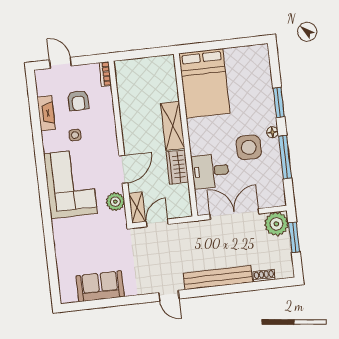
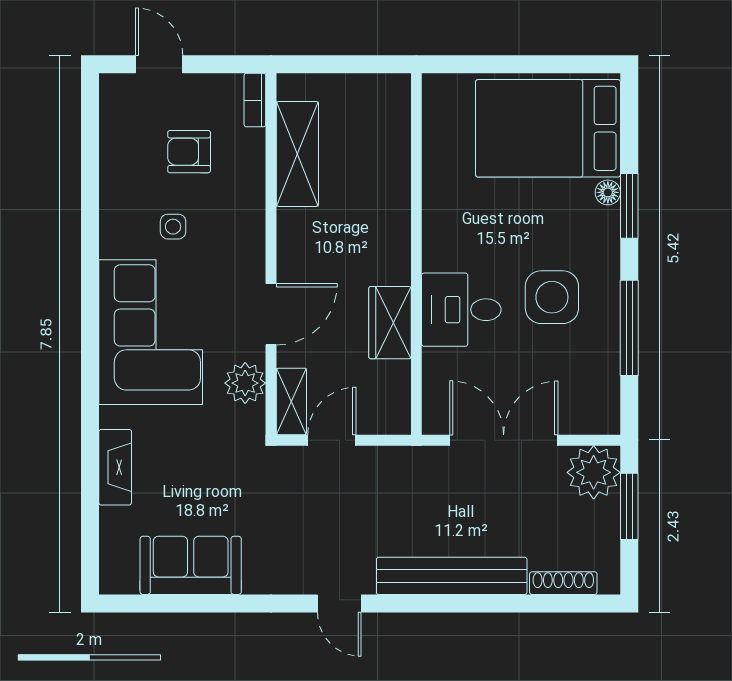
bed: (204, 83) -> (548, 128), moved, turned 90
armchair: (78, 101) -> (189, 152), turned 90
fireplace: (46, 113) -> (115, 467), moved
shelving: (173, 126) -> (297, 154), moved
floor lamp: (272, 132) -> (608, 192), moved
desk: (210, 171) -> (461, 310), moved
shoe rack: (264, 276) -> (563, 583), width x1.43

